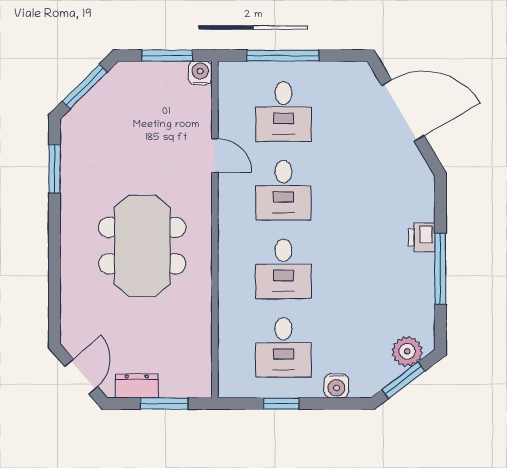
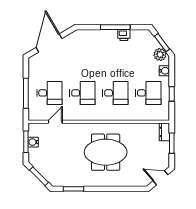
water cooler: (200, 73) -> (33, 142), moved
door: (215, 156) -> (55, 122), moved
printer: (422, 237) -> (124, 35), moved
plant: (407, 351) -> (160, 55), moved
dresser: (137, 386) -> (164, 132), moved

